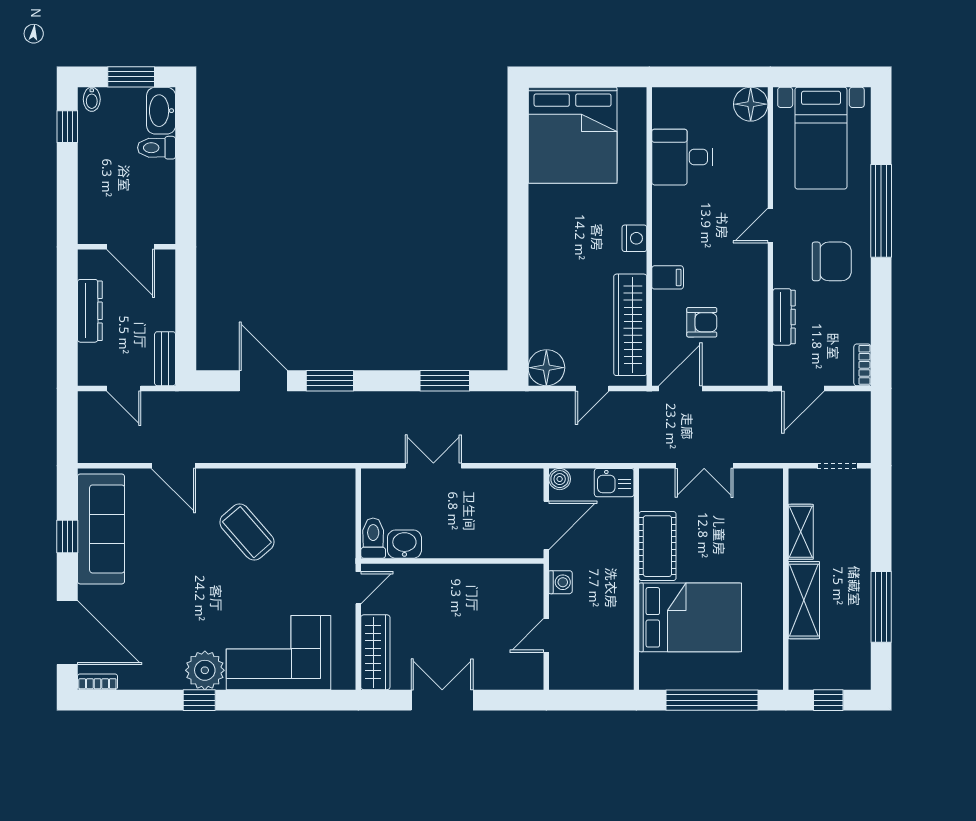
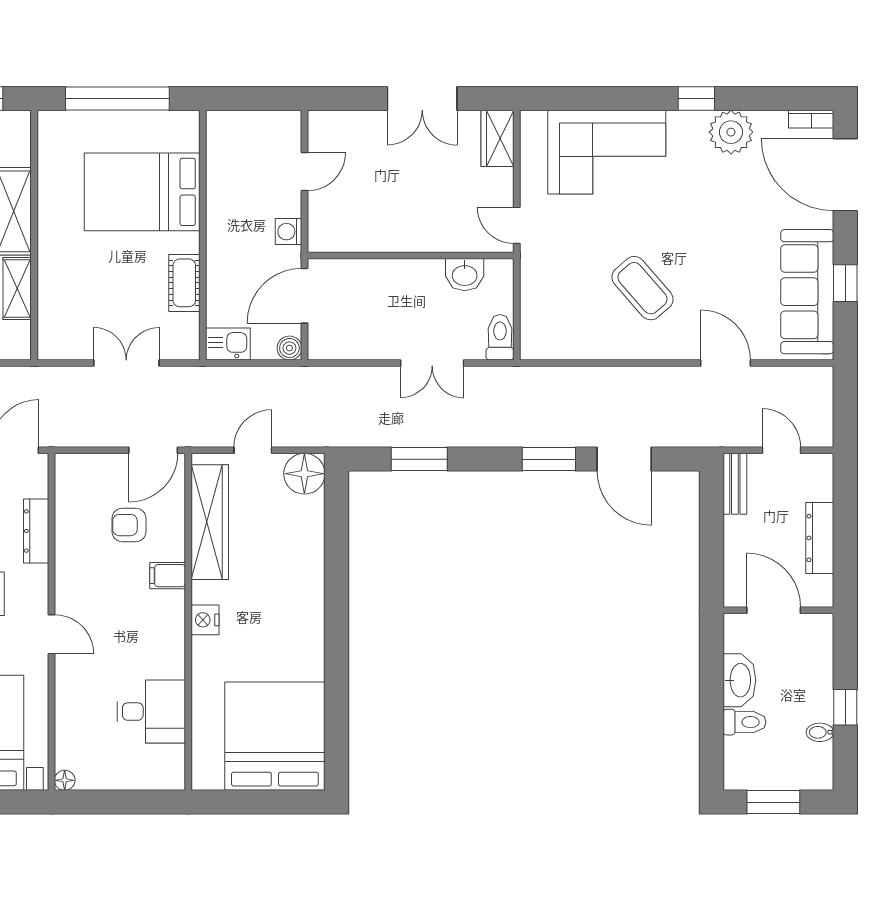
bidet: (92, 99) -> (820, 732), moved, turned -90
floor lamp: (751, 104) -> (65, 780), width x0.53, depth x0.53
washbasin: (161, 111) -> (739, 680), moved
window: (67, 127) -> (845, 707), moved
door: (770, 226) -> (52, 634), hinge flipped
toilet: (373, 538) -> (500, 337), moved, turned 180
cot: (657, 546) -> (184, 283), width x0.73, depth x0.75
door: (358, 588) -> (517, 225), hinge flipped
wardrobe: (375, 652) -> (497, 138), width x0.67
plant: (205, 670) -> (731, 132), moved

